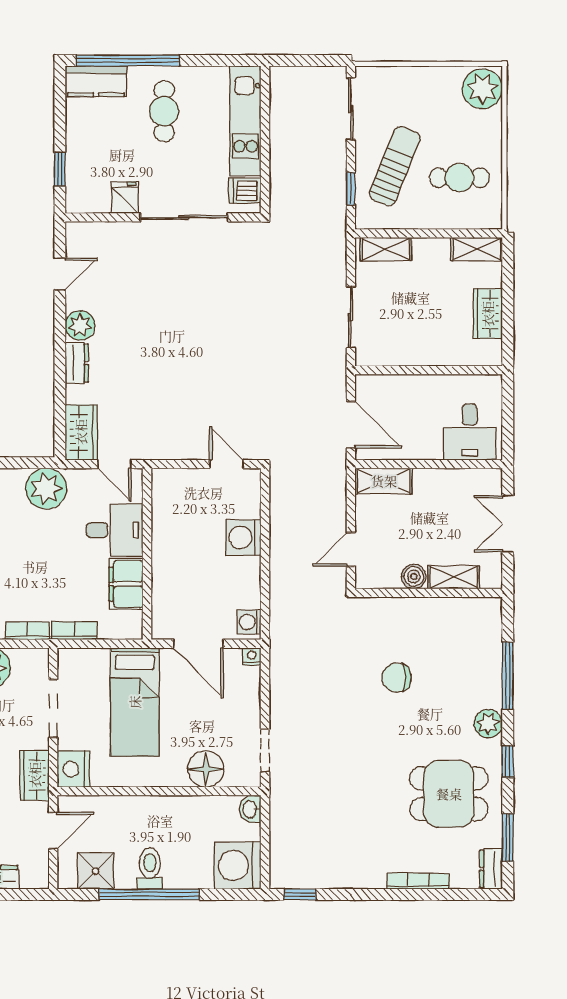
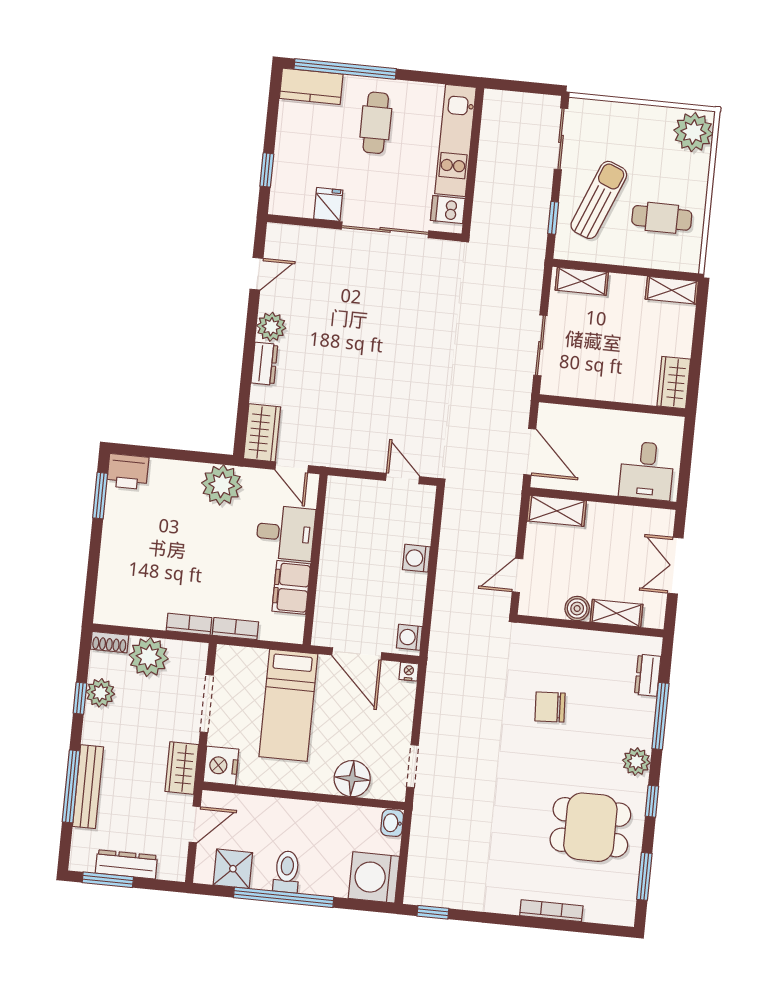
wardrobe: (488, 314) -> (674, 383), moved
washing machine: (243, 537) -> (416, 558), width x0.73, depth x0.73
dresser: (491, 869) -> (648, 675), moved

